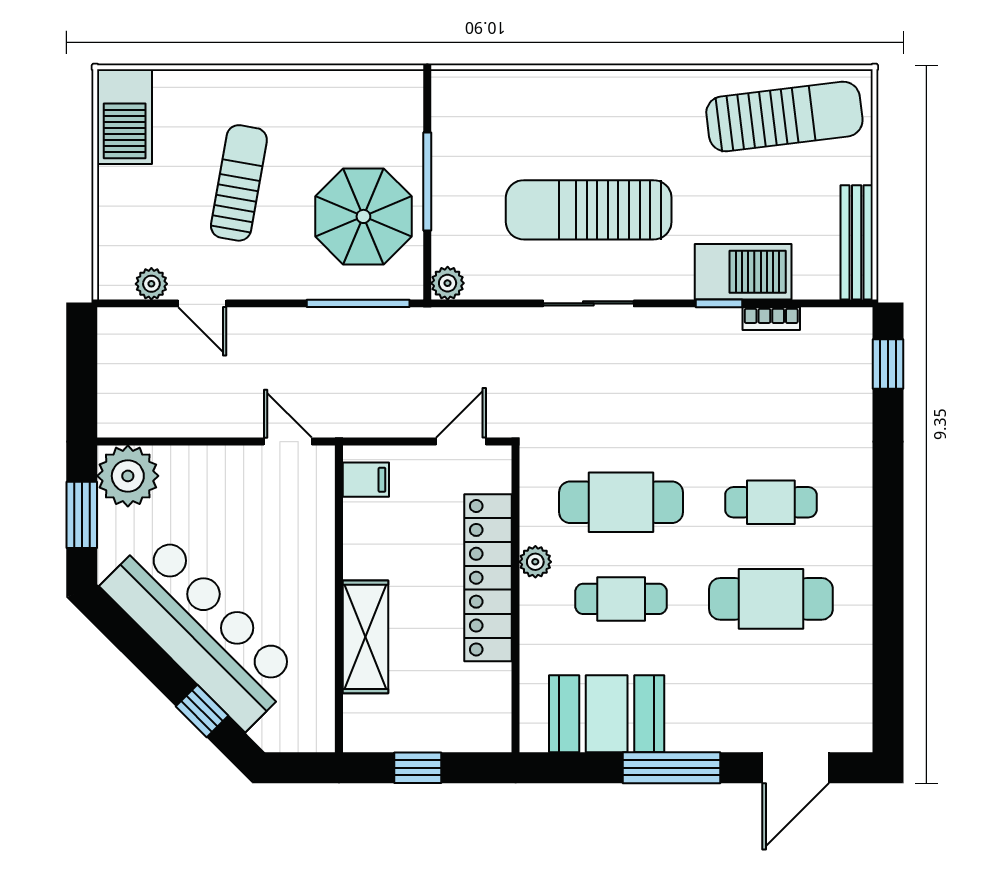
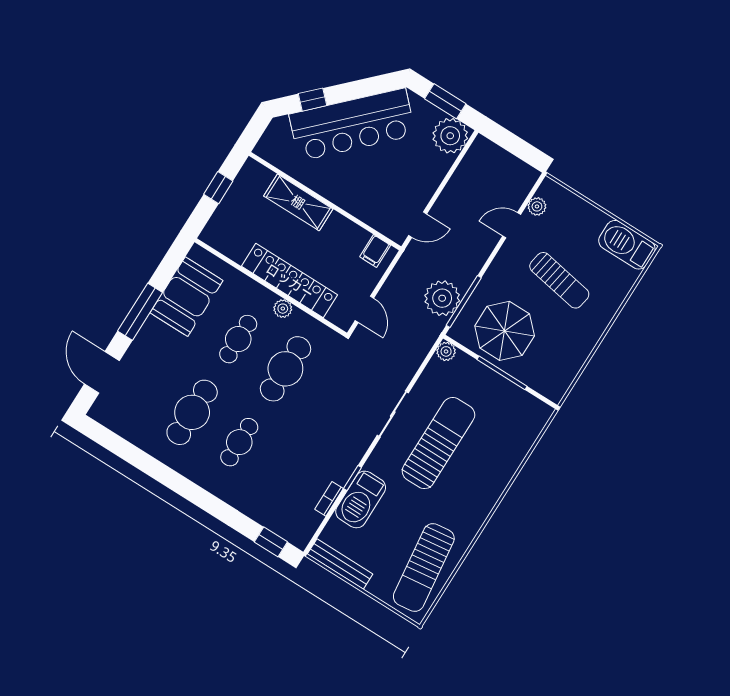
plant: (373, 338) -> (442, 298), added

